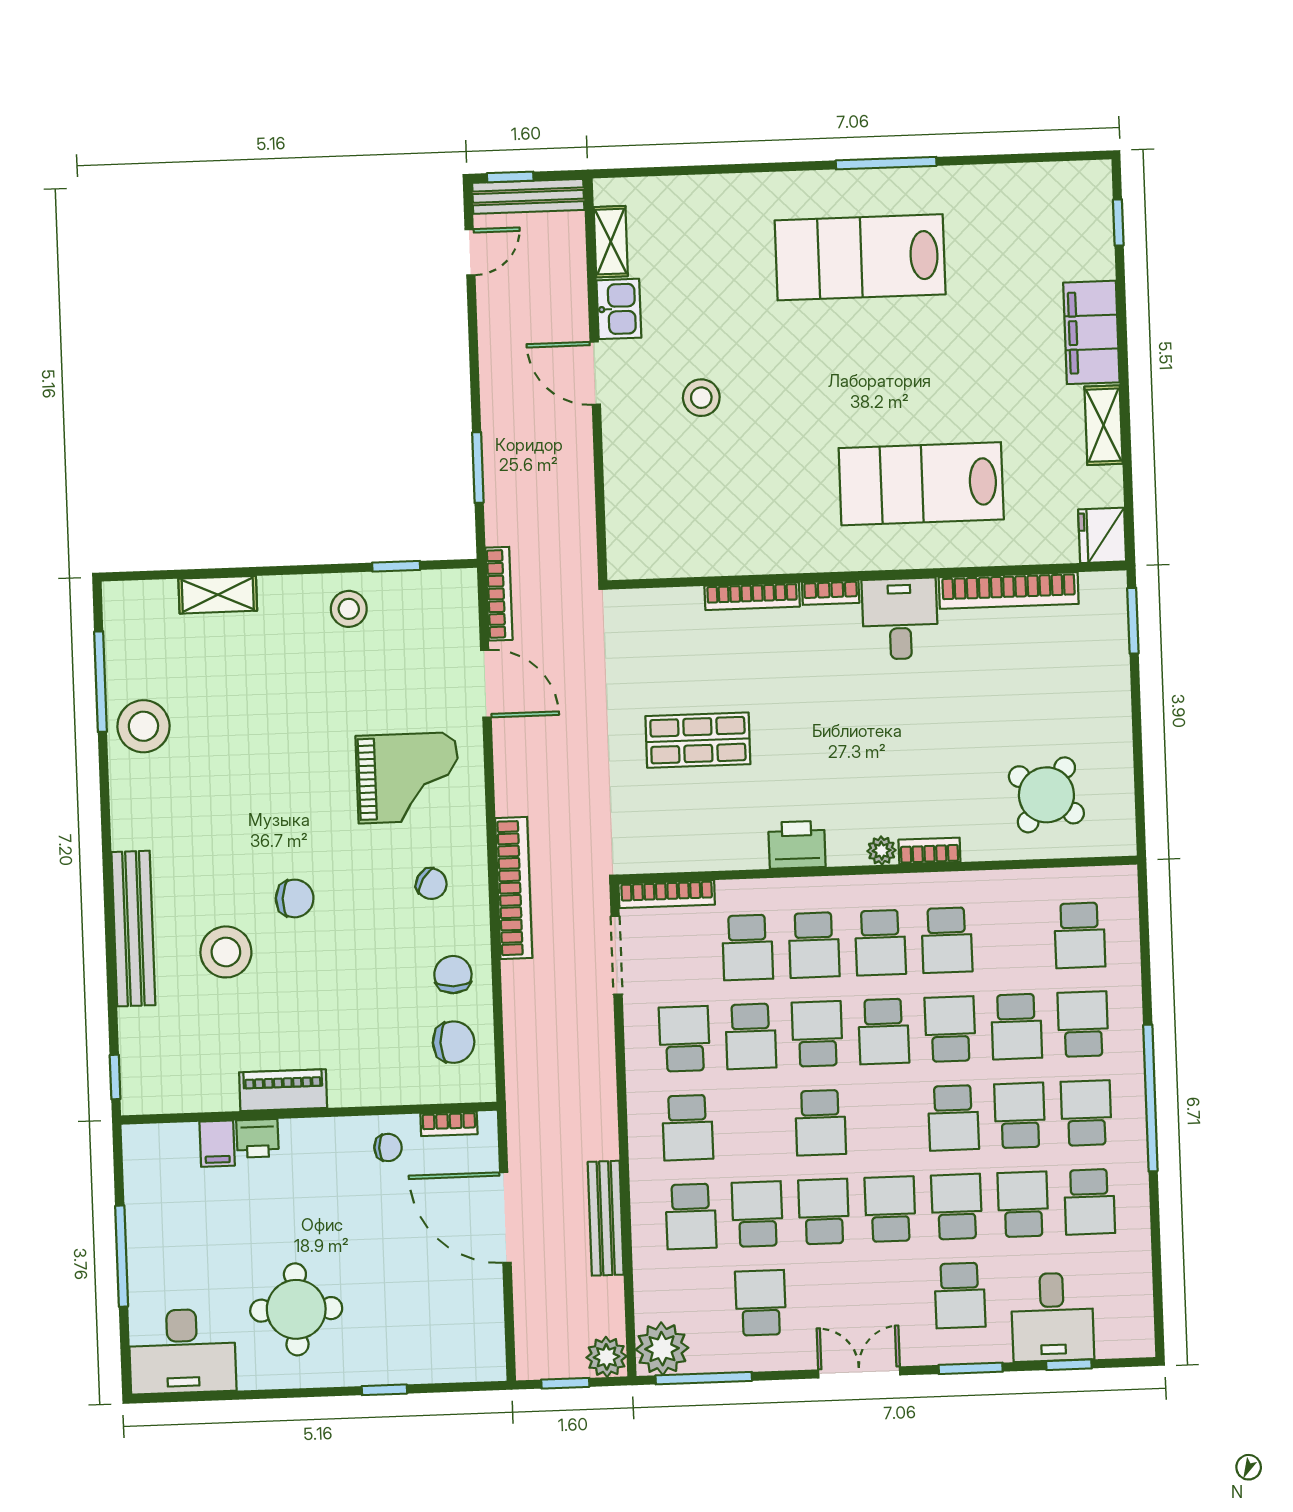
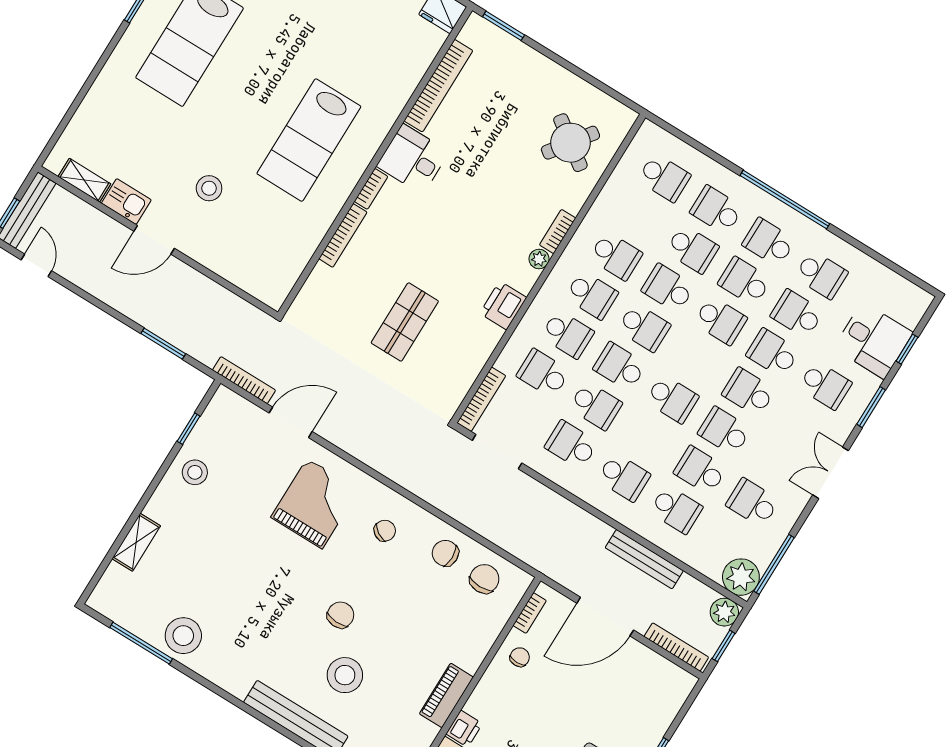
lab bench: (921, 484) -> (309, 140), moved
bookcase: (514, 888) -> (676, 647), moved, width x0.68, depth x0.76
school desk: (748, 947) -> (543, 373), turned 180

